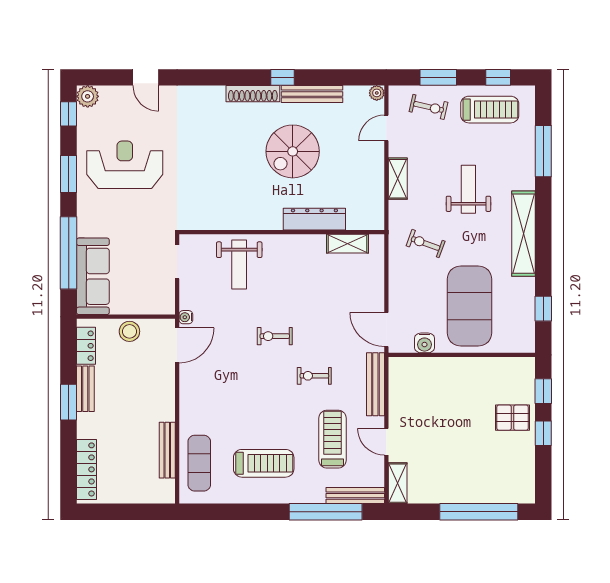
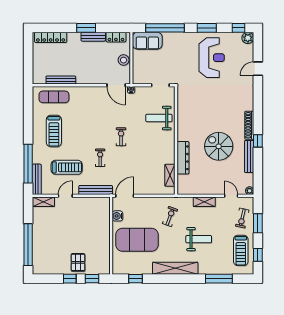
sofa: (93, 276) -> (147, 41), width x0.73

